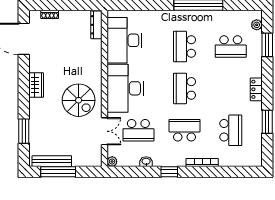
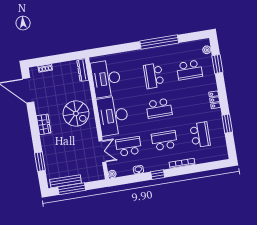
school desk: (185, 88) -> (159, 108), turned -90
spiral stairs: (79, 100) -> (76, 113), moved
school desk: (138, 130) -> (129, 146), turned 180

